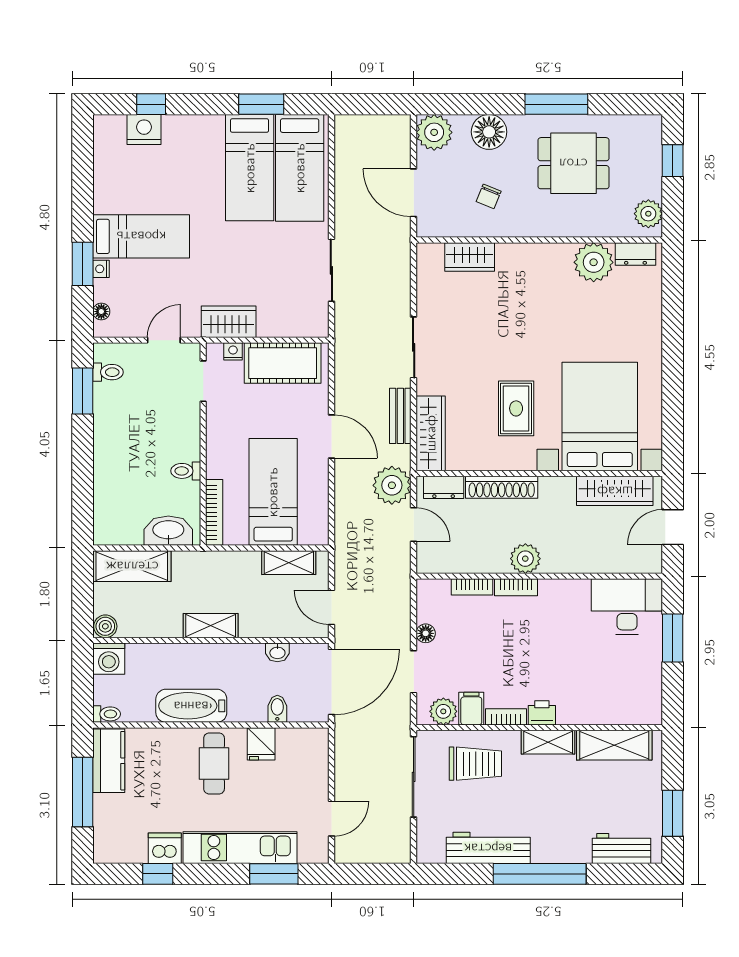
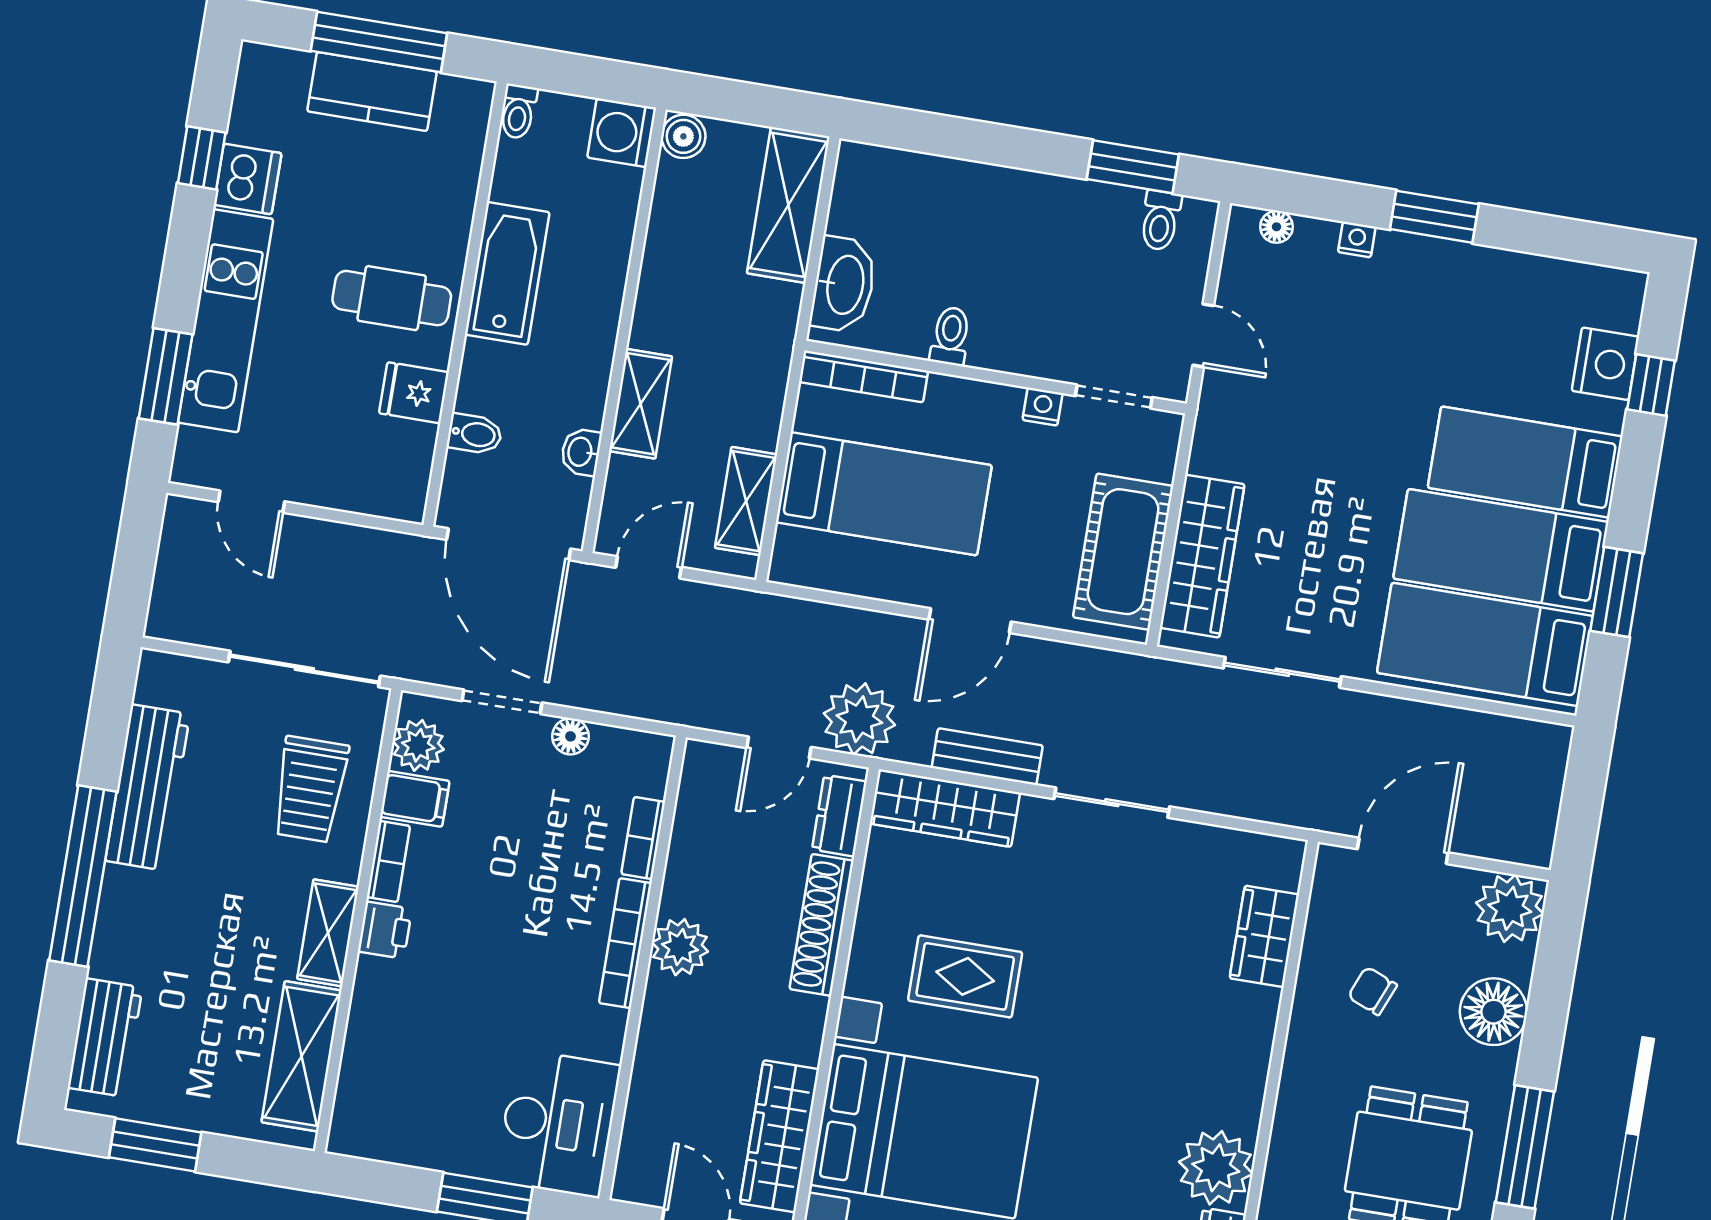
bed: (141, 236) -> (1525, 462), moved, turned 90
window: (83, 264) -> (1434, 217), moved
wardrobe: (229, 322) -> (1202, 556), moved, width x1.50
nightstand: (233, 351) -> (1043, 407), moved, turned -90
bookcase: (516, 587) -> (625, 943), width x1.56
shelving: (211, 626) -> (641, 404), moved
kitchen counter: (109, 761) -> (372, 91), moved

